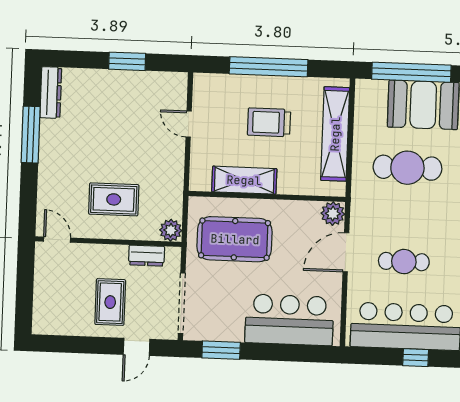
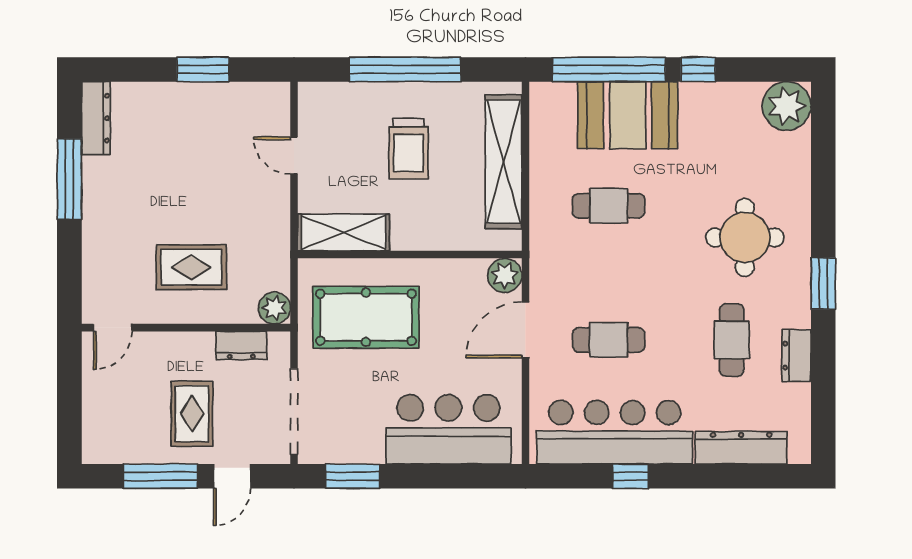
trolley: (269, 122) -> (409, 149), turned -90
cafe table: (407, 168) -> (609, 206), width x0.73, depth x0.74
shelving: (244, 180) -> (344, 233), moved
door: (57, 240) -> (113, 328), swing flipped
window: (86, 345) -> (160, 476), added

